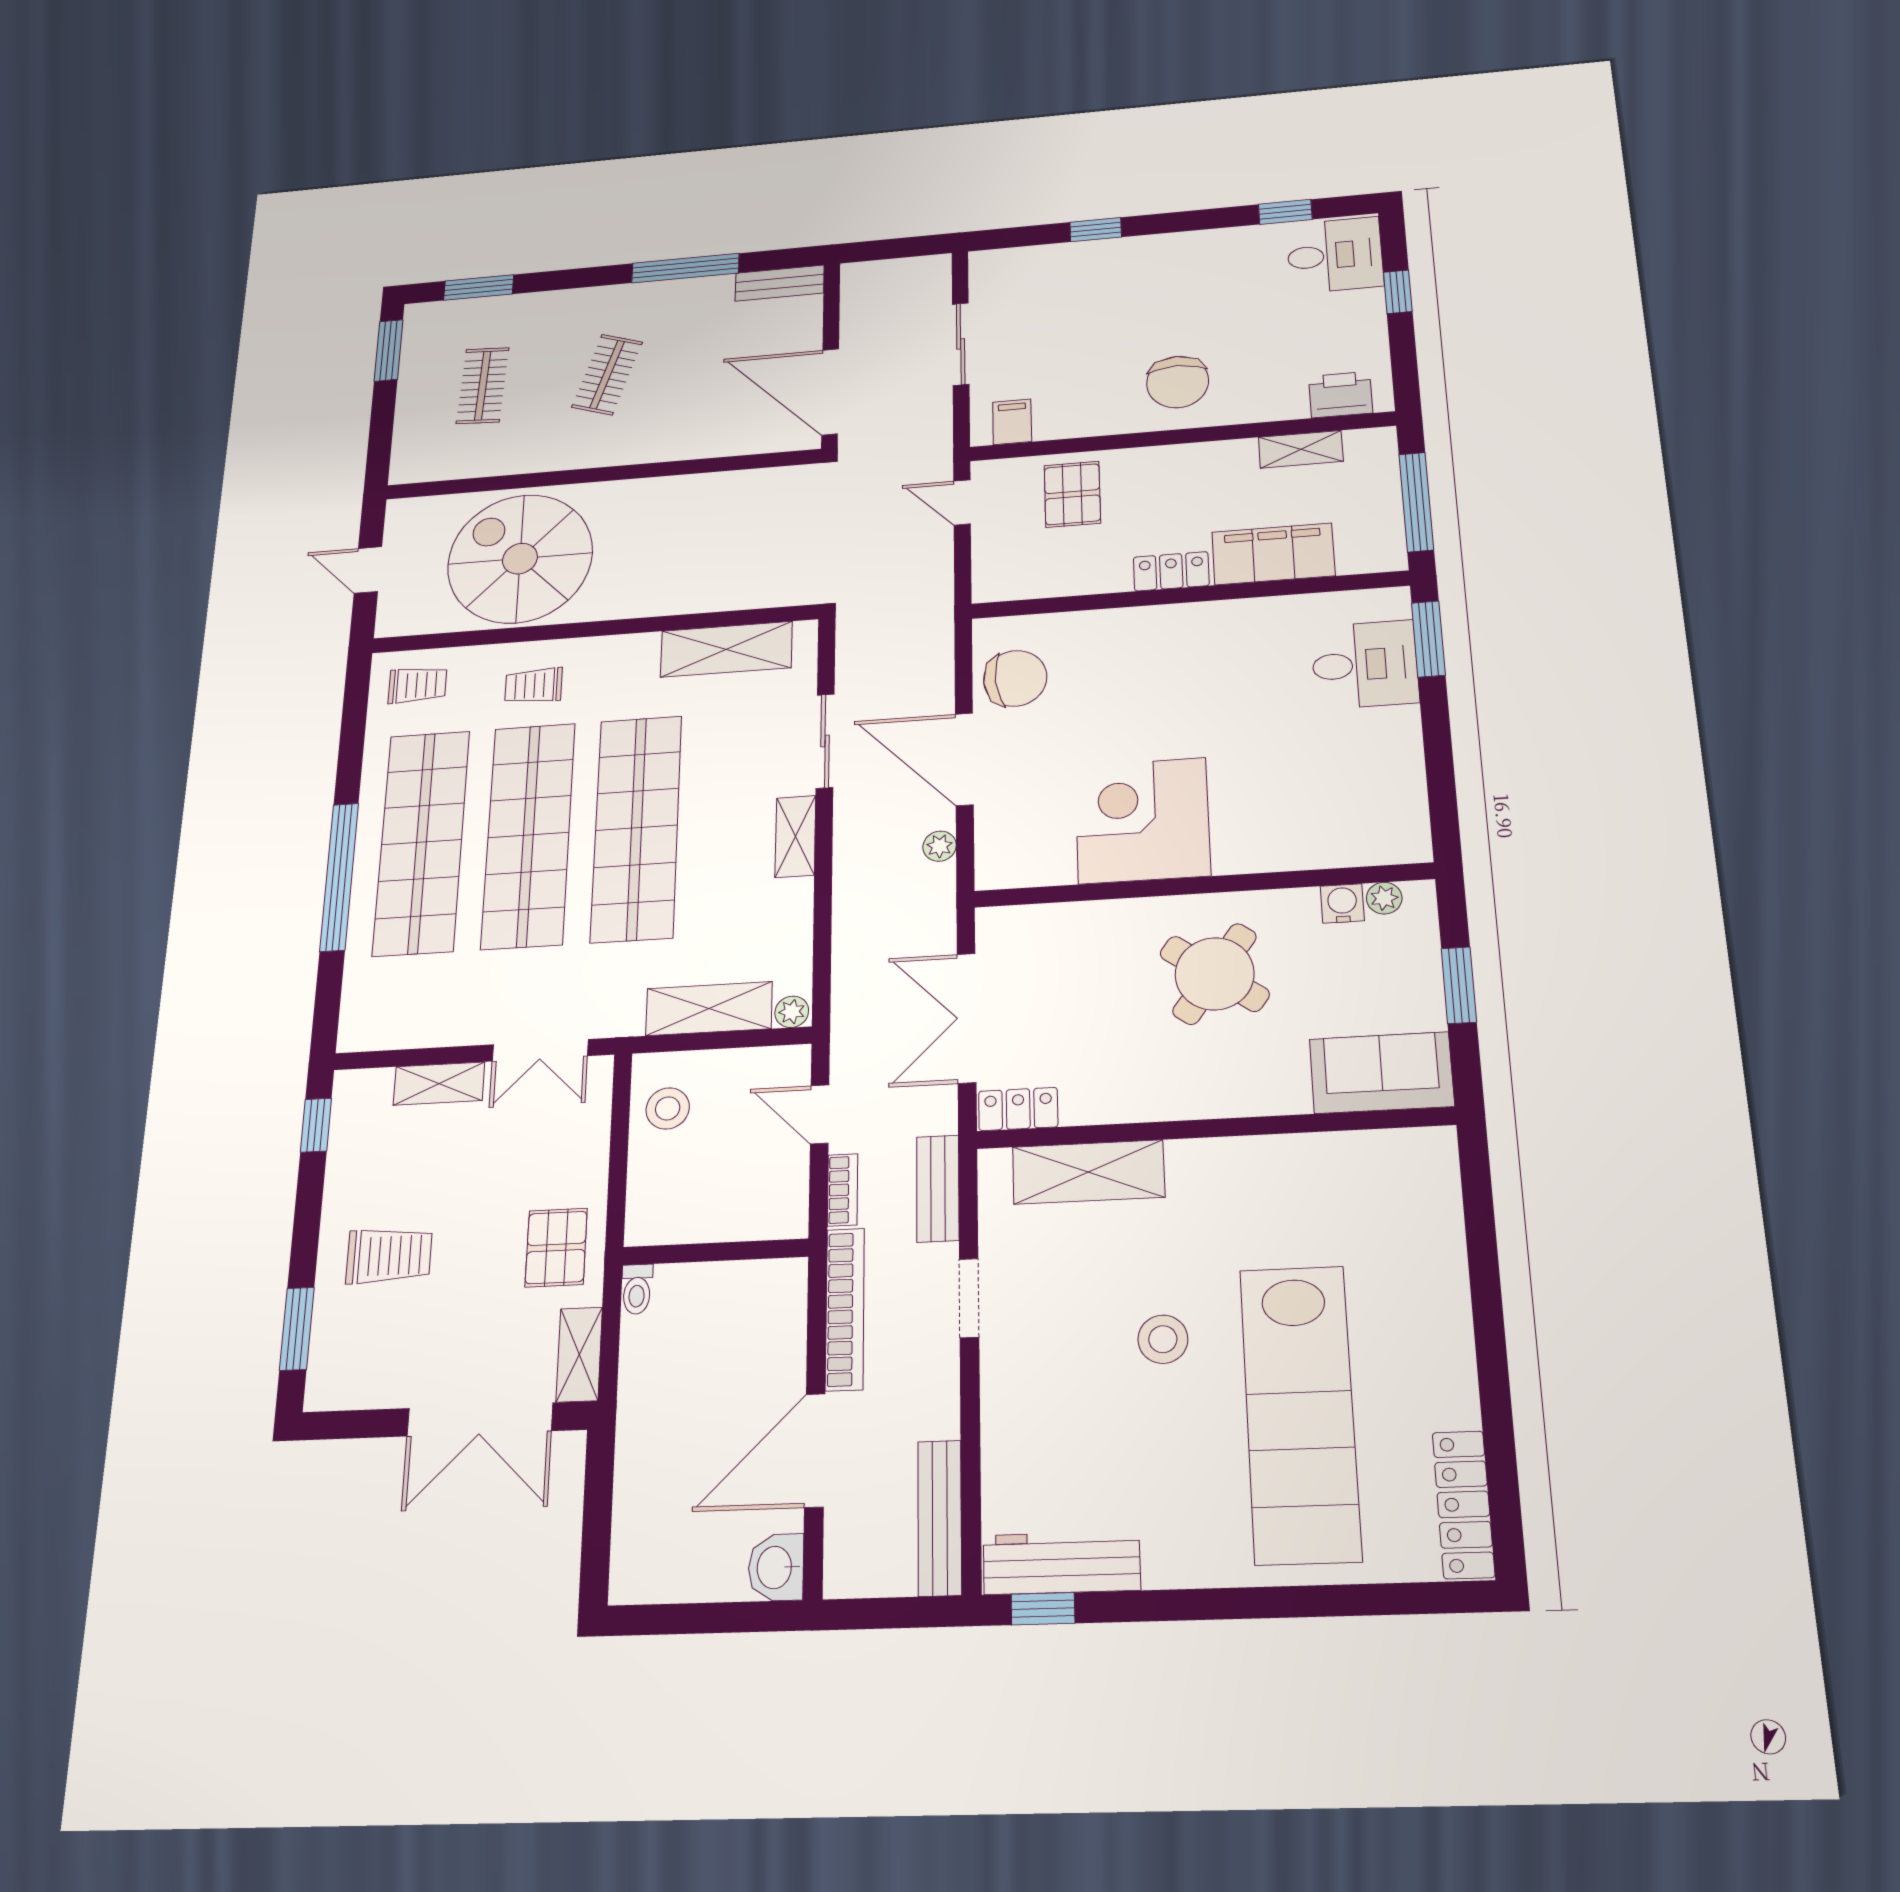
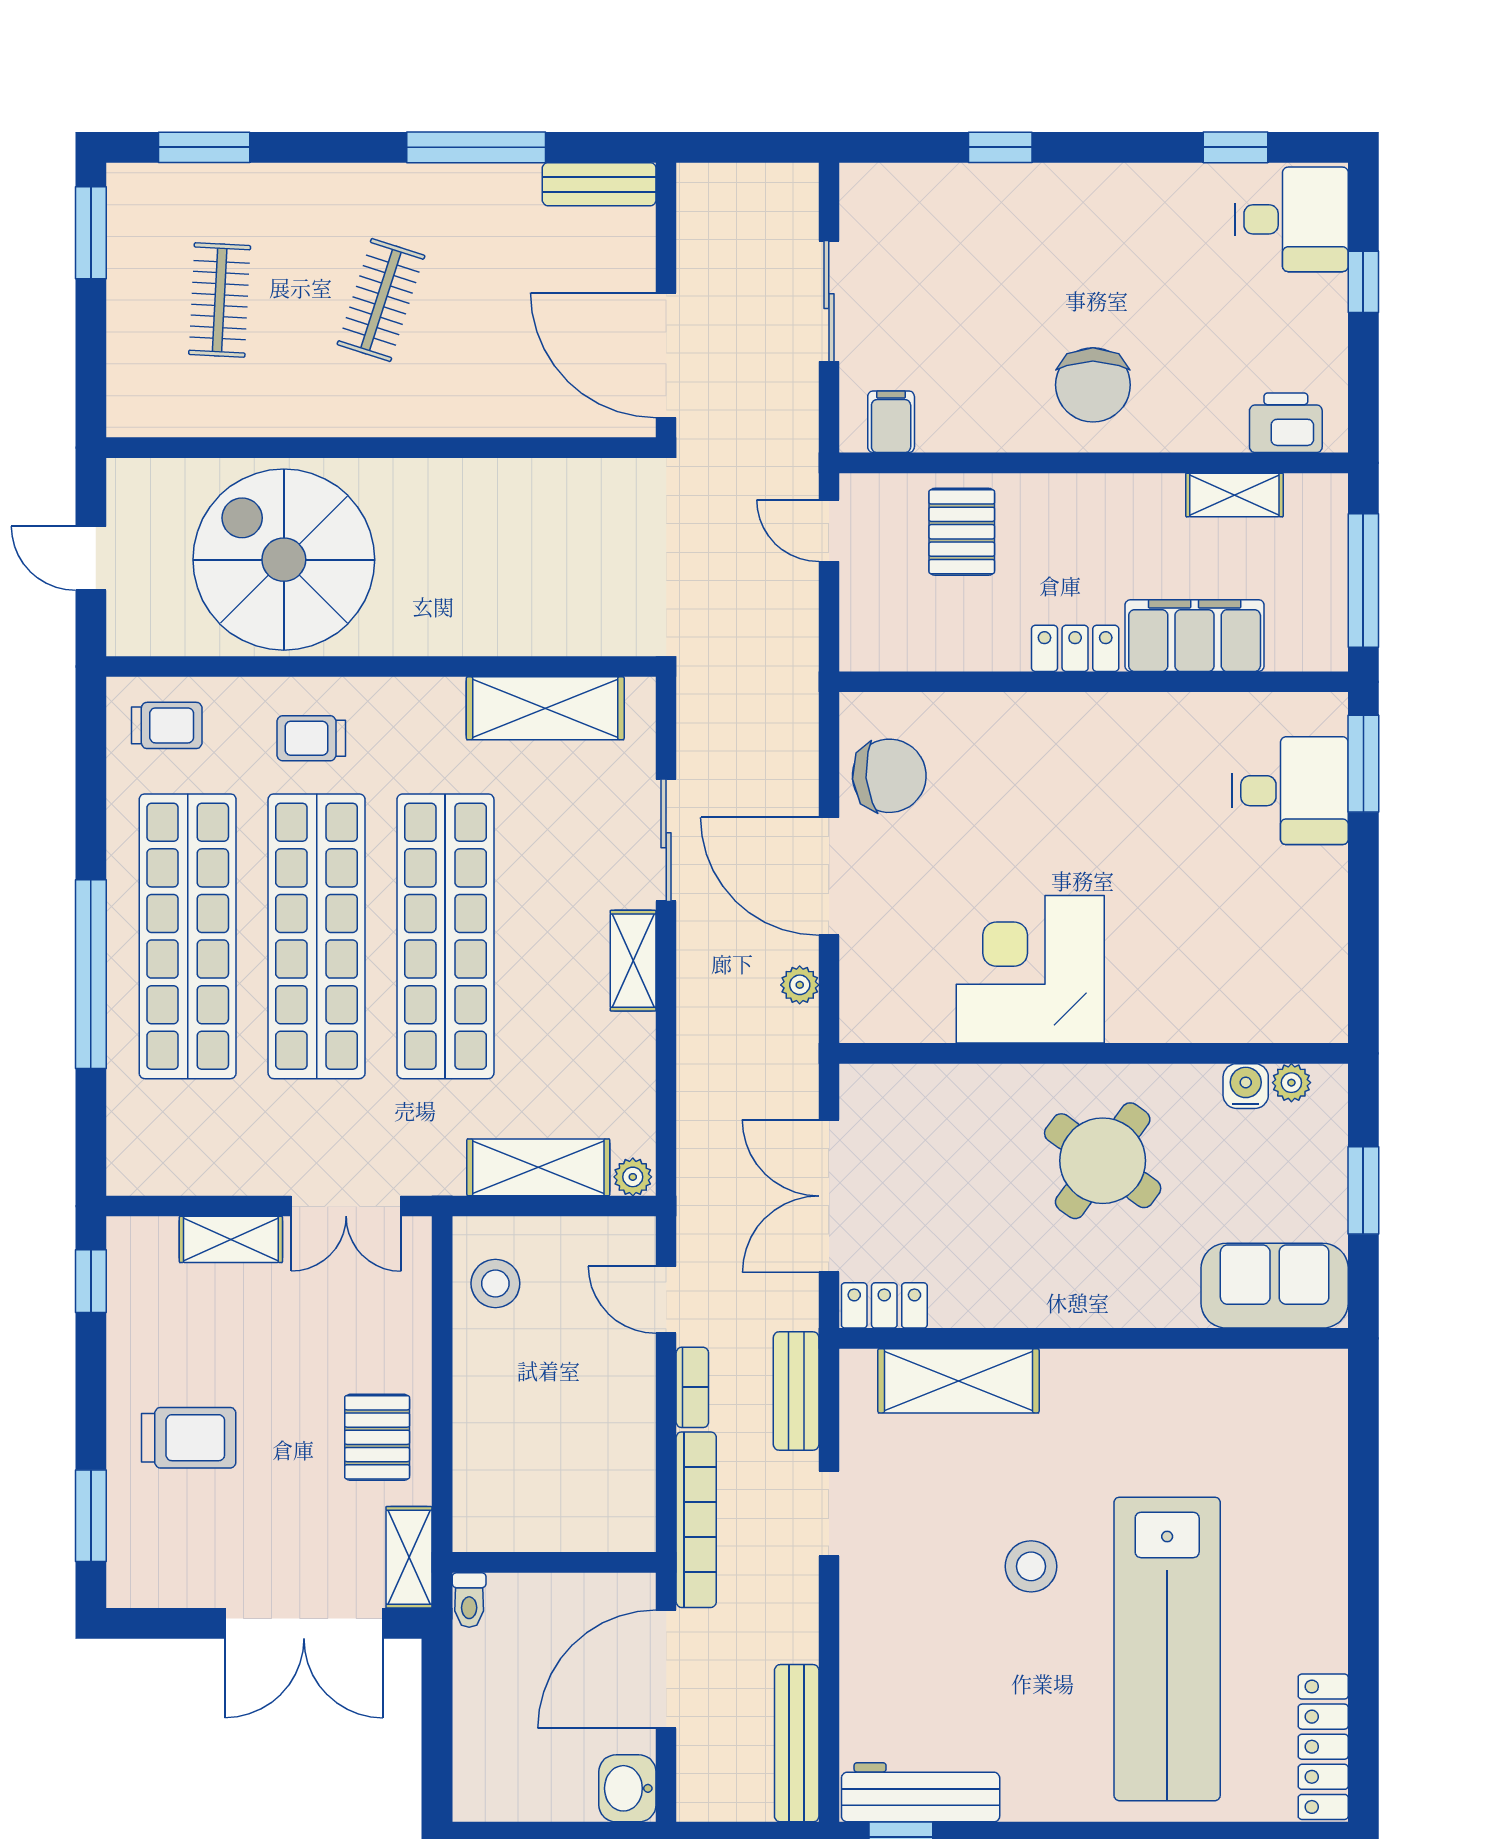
wall: (715, 1252) -> (554, 1562), moved
toilet: (637, 1289) -> (469, 1600), moved

